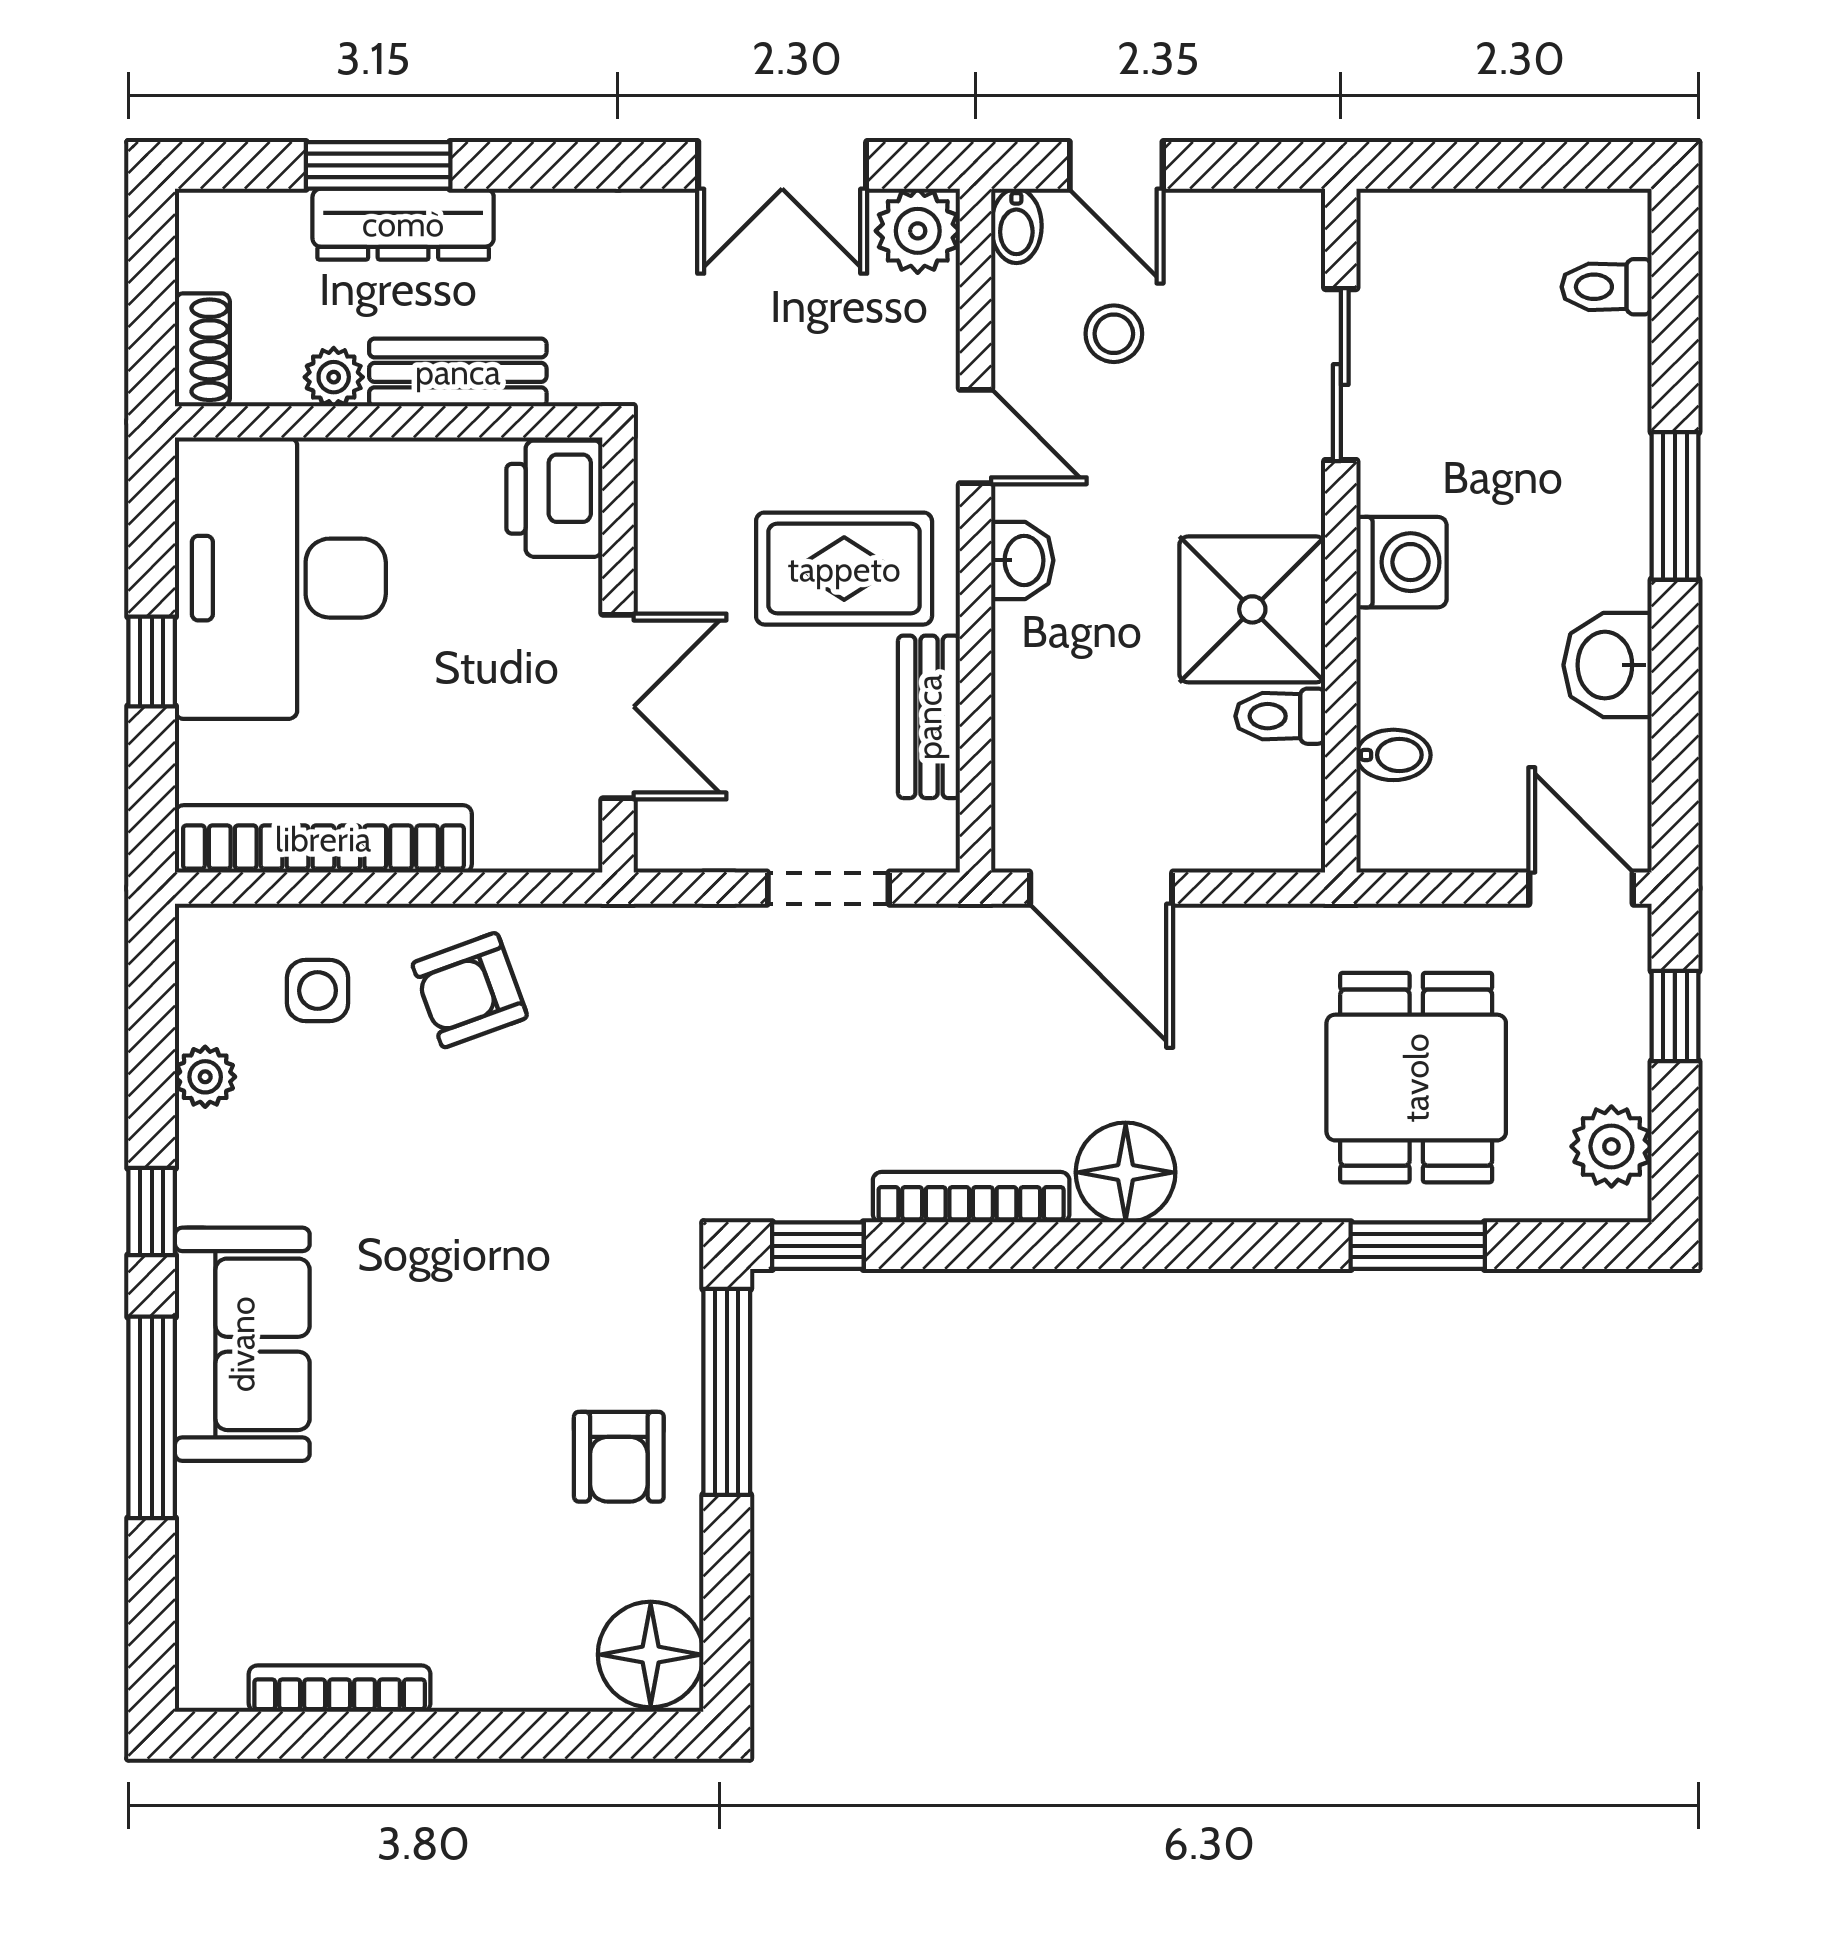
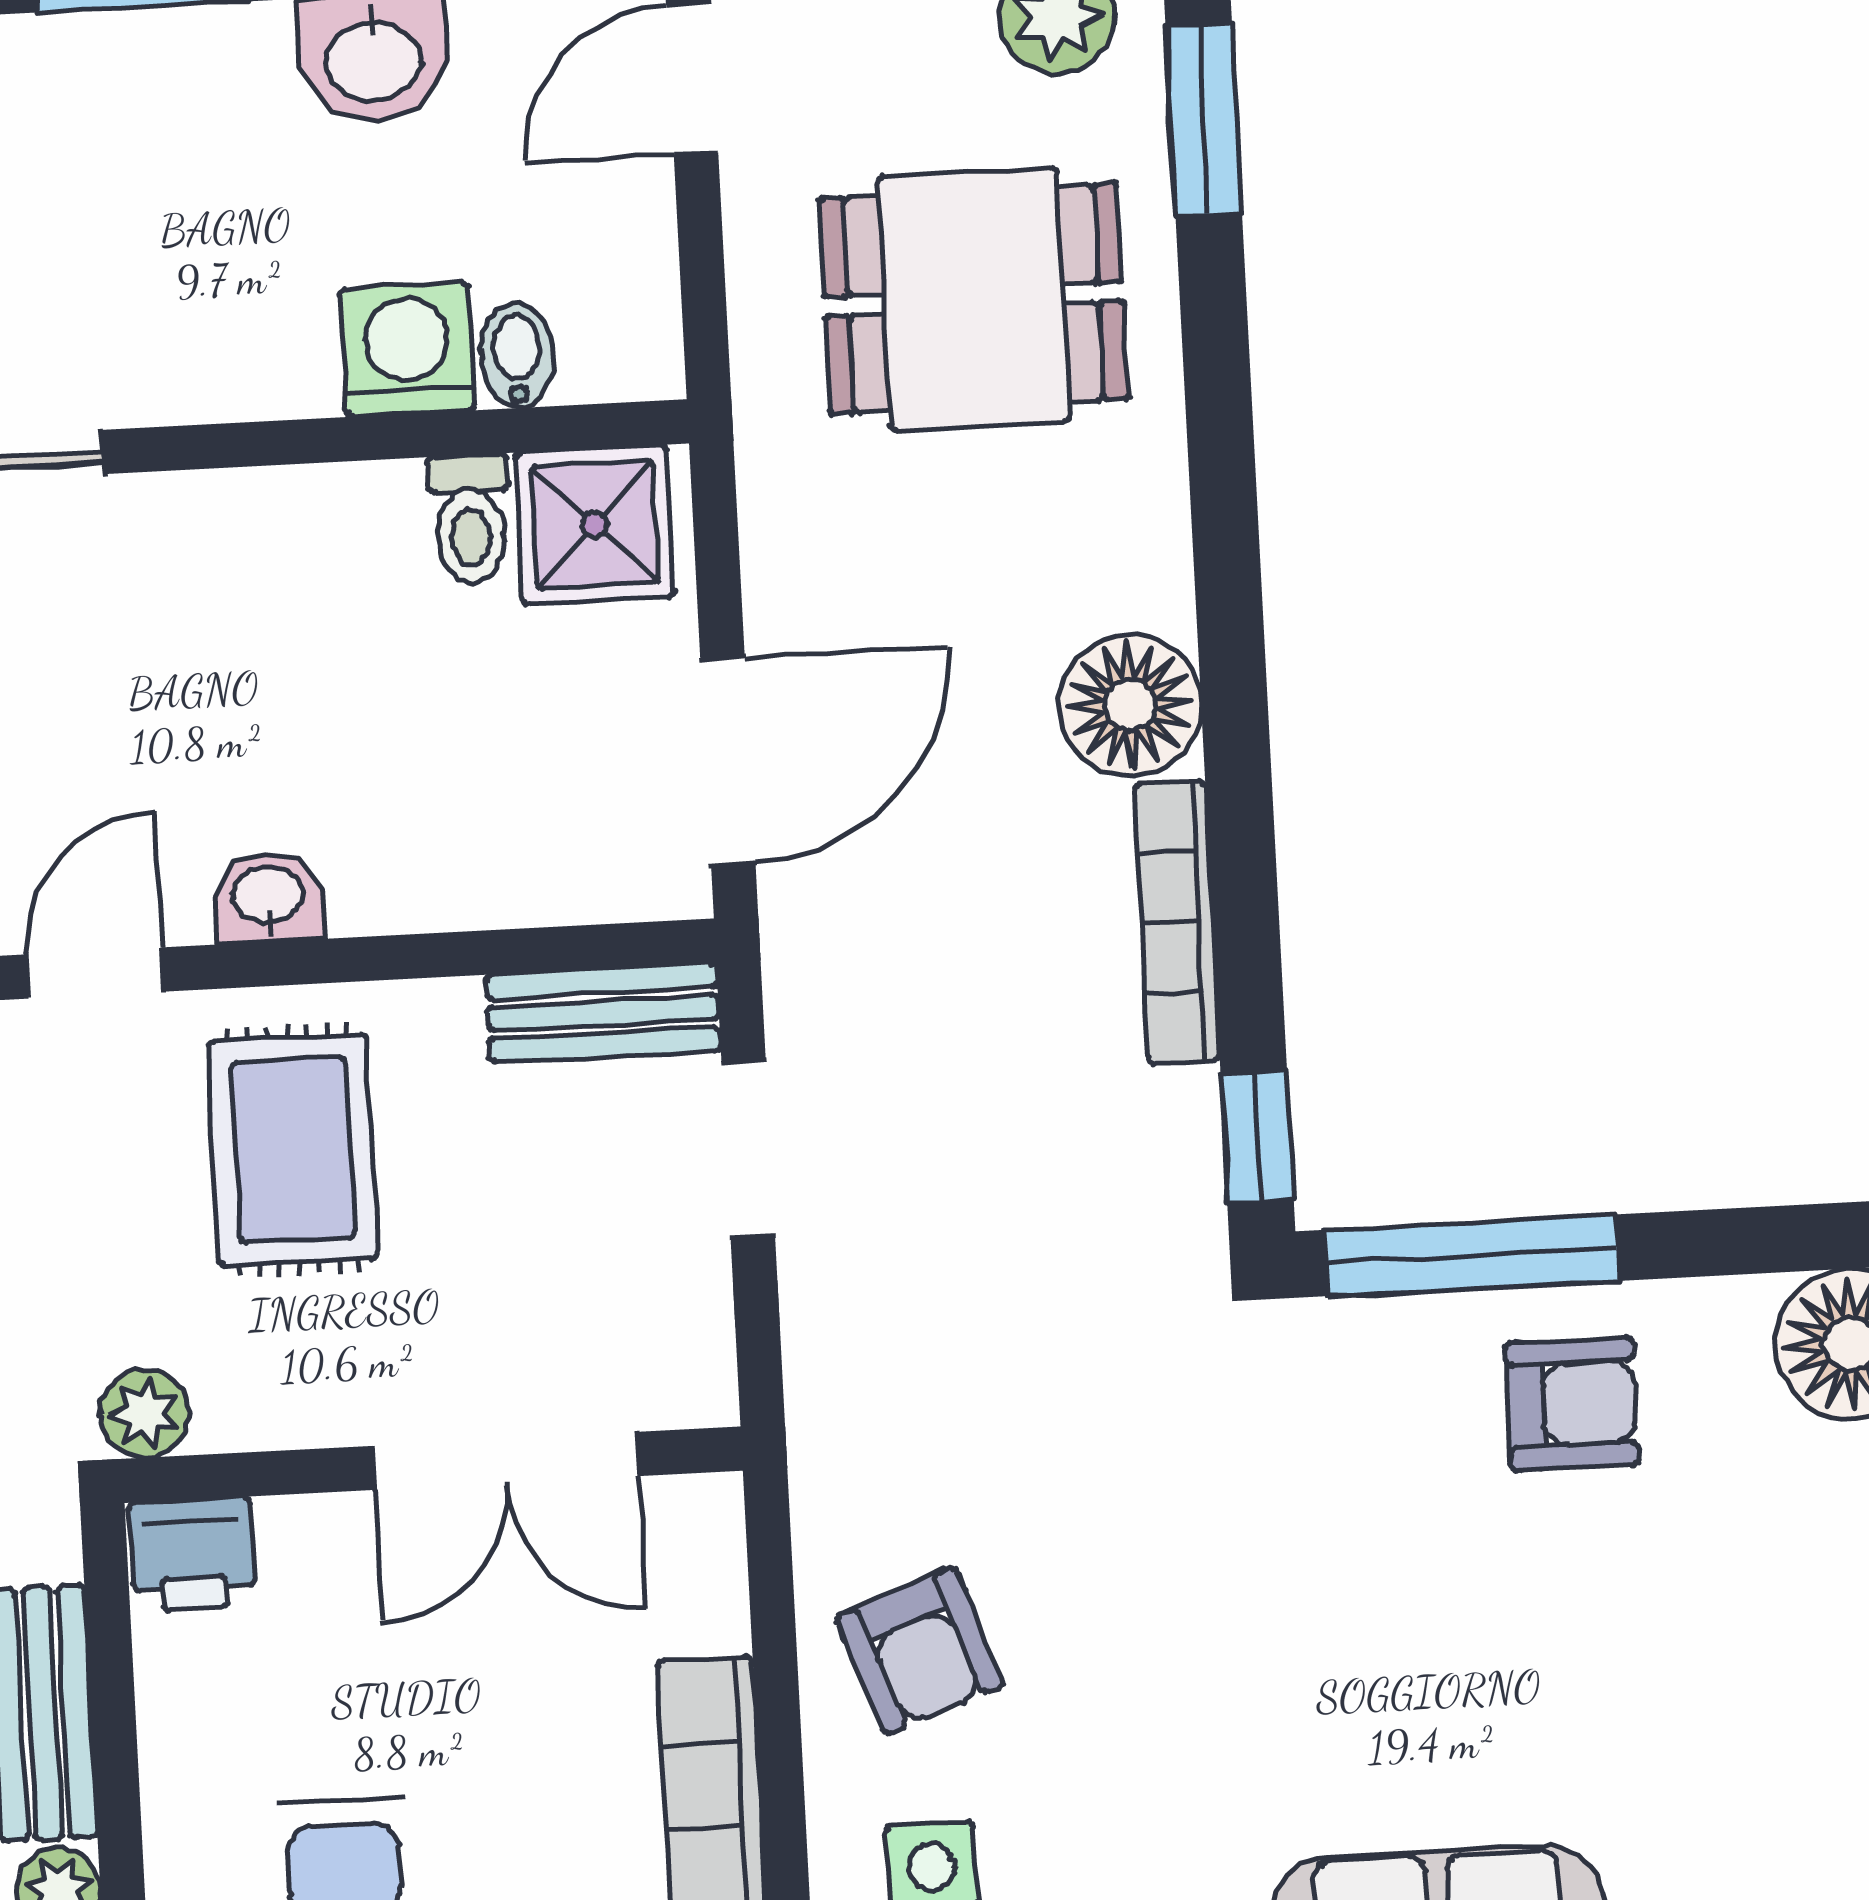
plant: (665, 455) -> (144, 1413), added
printer: (554, 499) -> (192, 1555), width x0.73, depth x0.81
washing machine: (1401, 562) -> (407, 350), moved
shower: (1252, 609) -> (595, 525), moved, width x0.73, depth x0.73
double door: (618, 707) -> (506, 1461), swing flipped
bench: (929, 717) -> (603, 1013), moved
window: (1418, 1246) -> (1204, 120), moved

